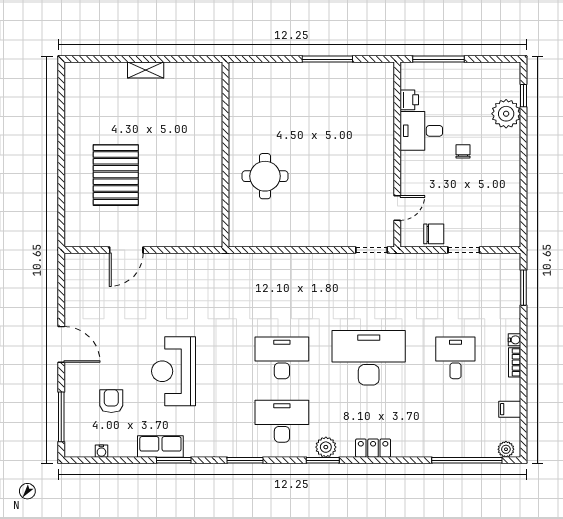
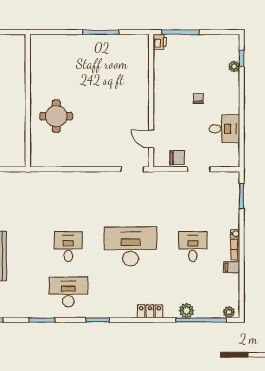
printer: (409, 100) -> (160, 42), moved
plant: (506, 114) -> (234, 67), width x0.53, depth x0.53
desk: (421, 131) -> (224, 129), moved, turned 180
door: (397, 208) -> (151, 139), swing flipped
desk: (282, 358) -> (68, 246), width x0.73
filing cabinet: (510, 409) -> (232, 267), moved
plant: (326, 447) -> (186, 311), moved
locker: (373, 448) -> (150, 311), moved

